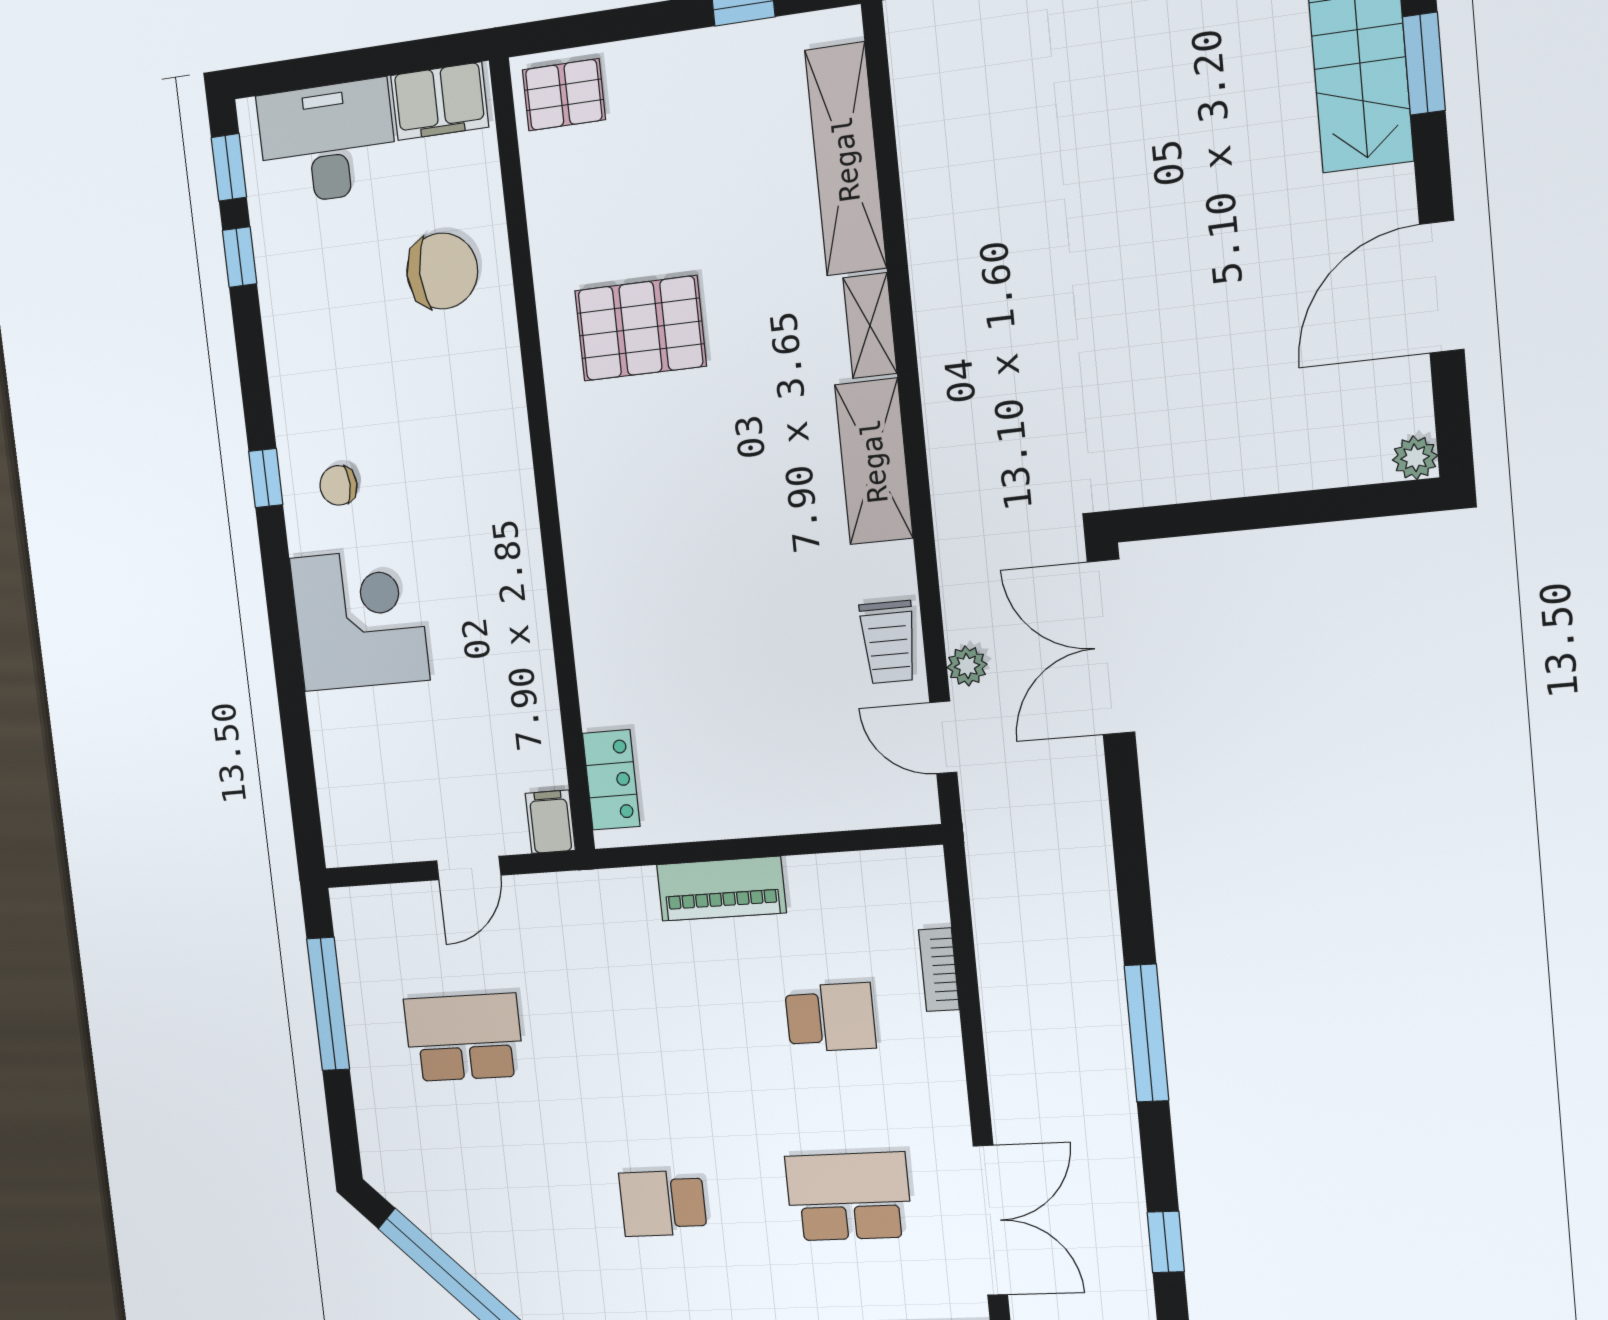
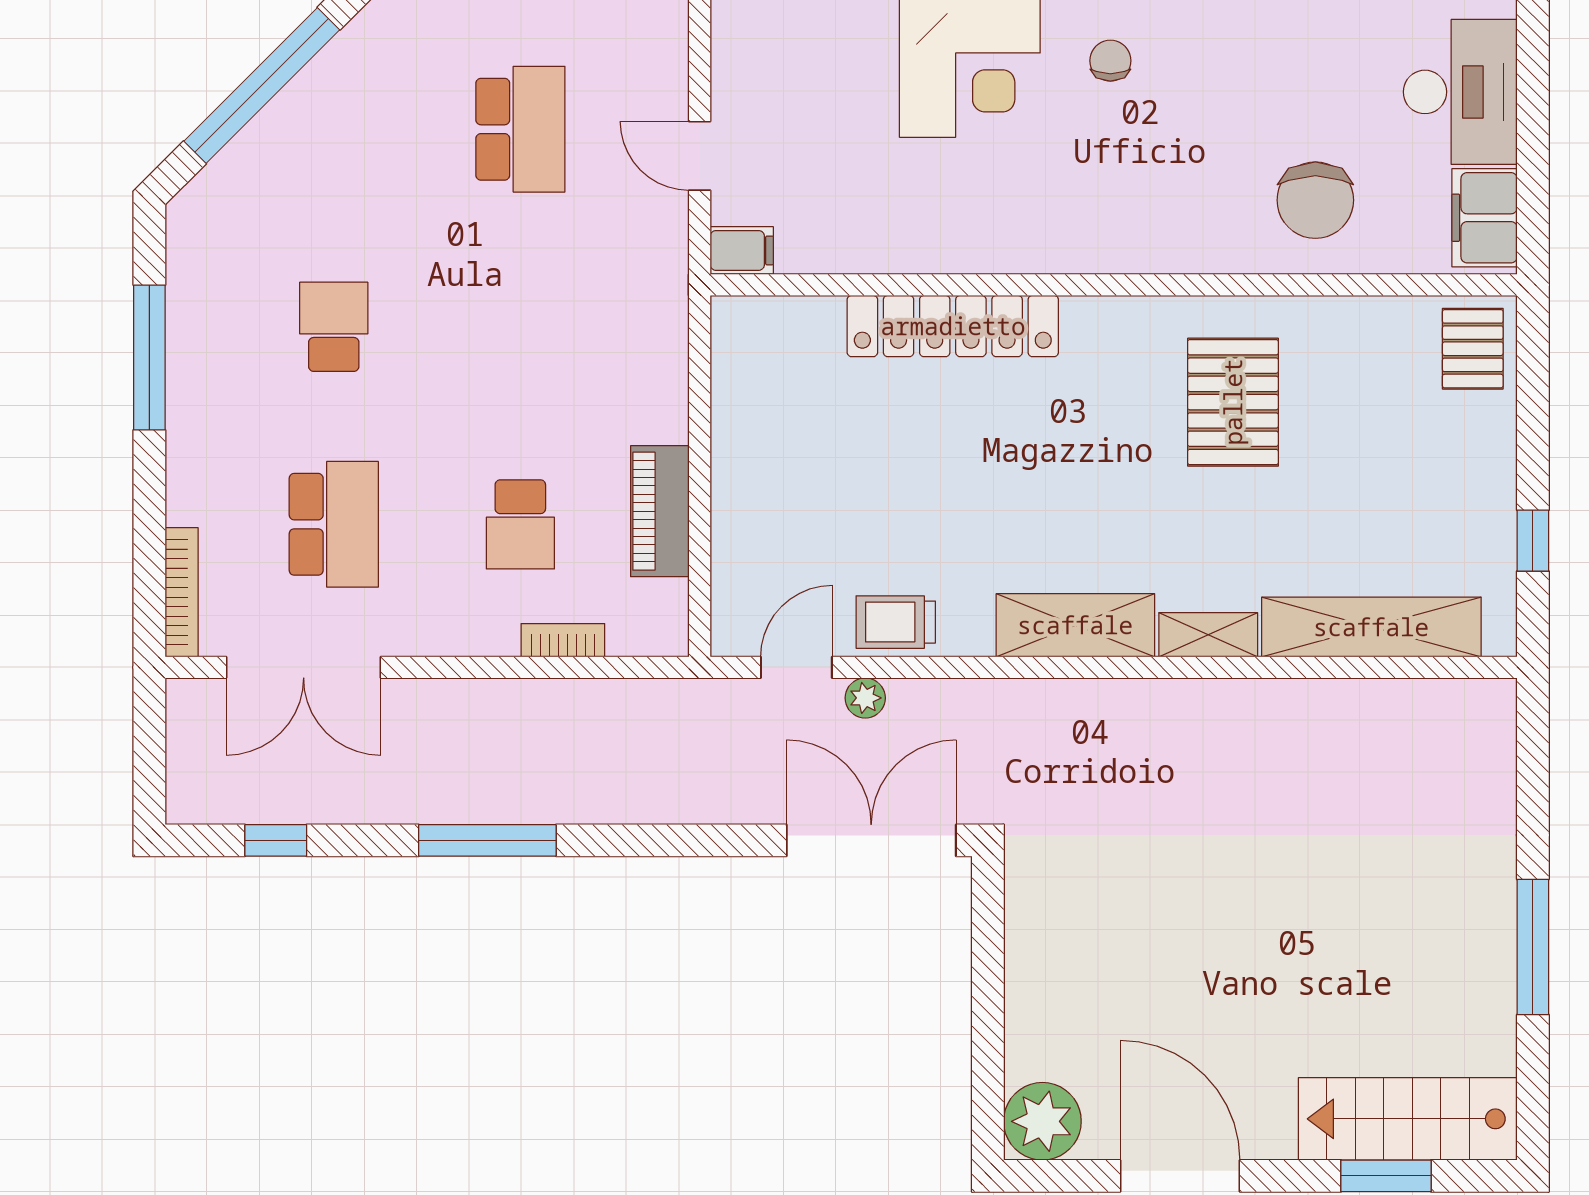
plant: (1415, 458) -> (1042, 1121), width x1.88, depth x1.88
locker: (611, 780) -> (953, 326), moved, width x2.16, depth x1.21
piano: (721, 889) -> (660, 511), moved

